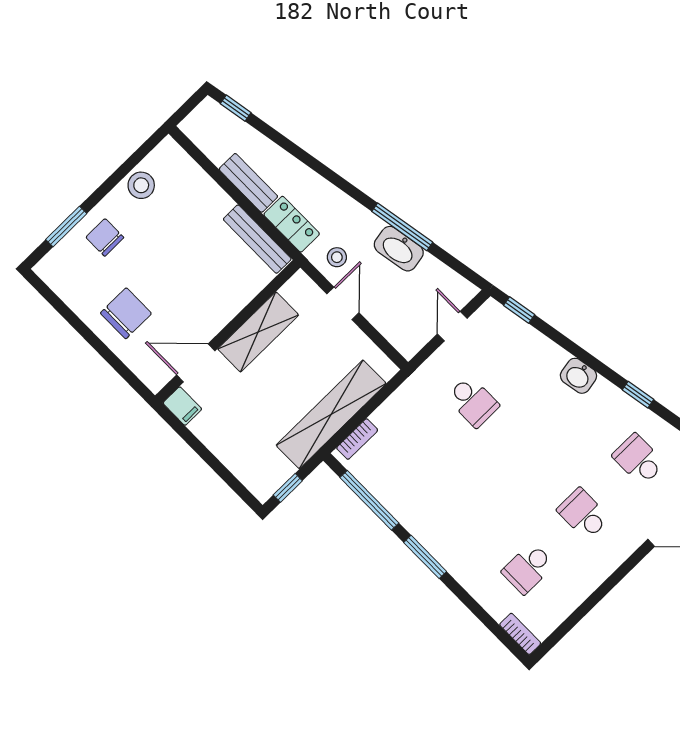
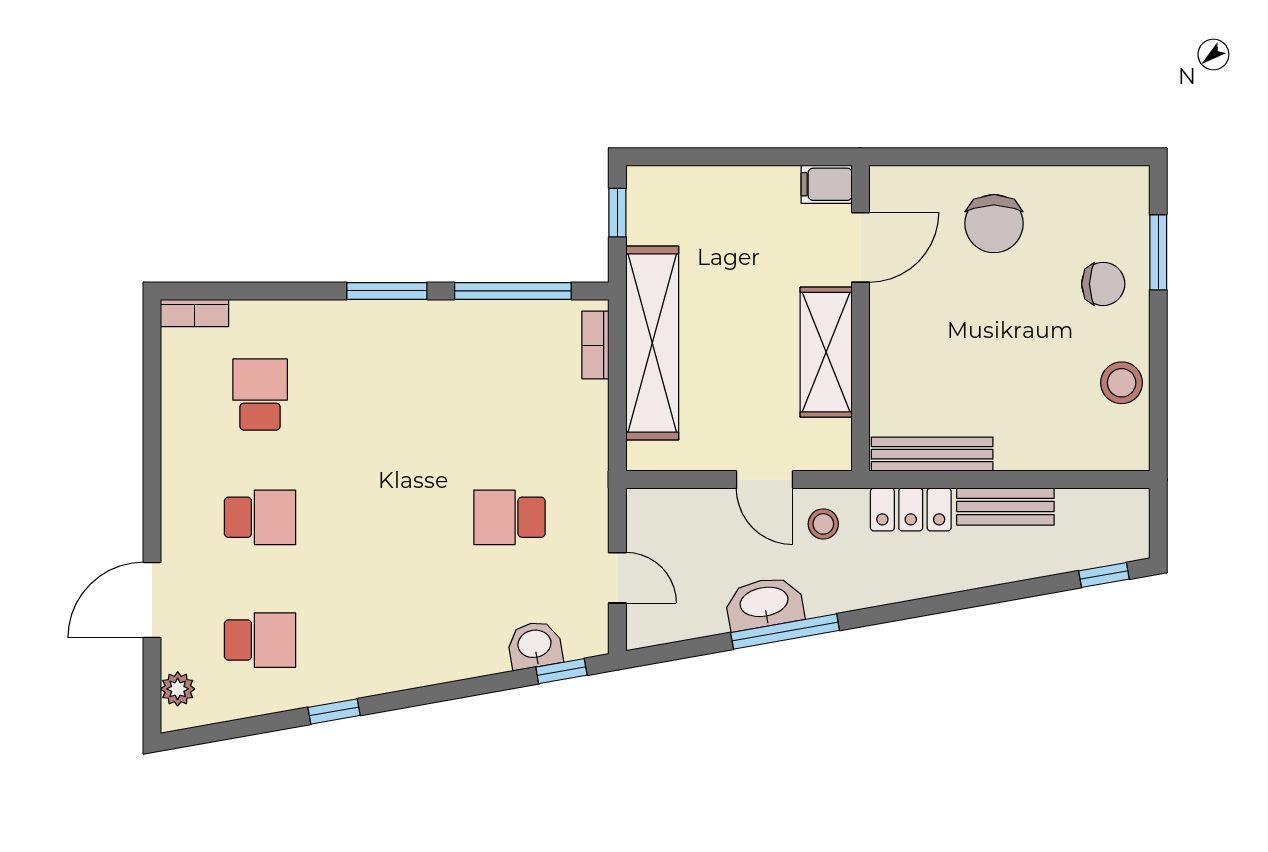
washbasin: (578, 376) -> (535, 645), moved

